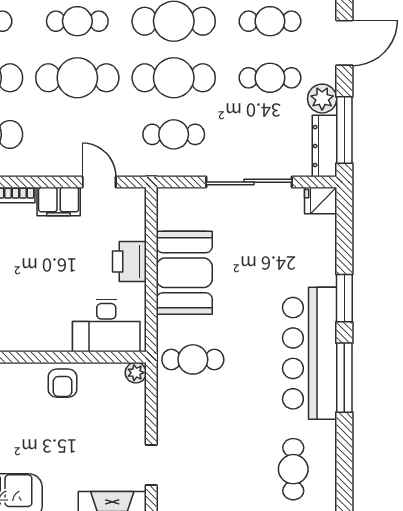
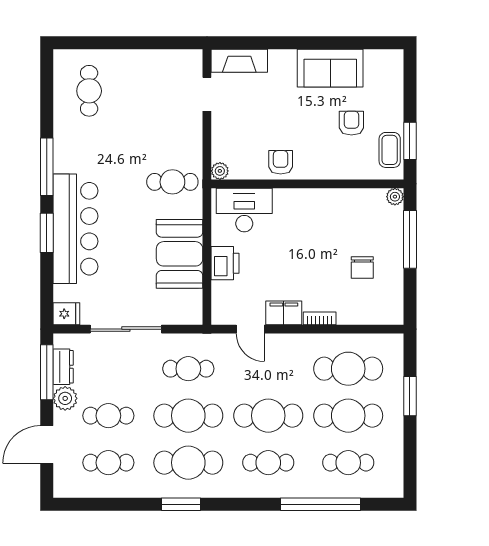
dresser: (325, 146) -> (63, 367), width x0.70
bar counter: (310, 353) -> (75, 229), moved

